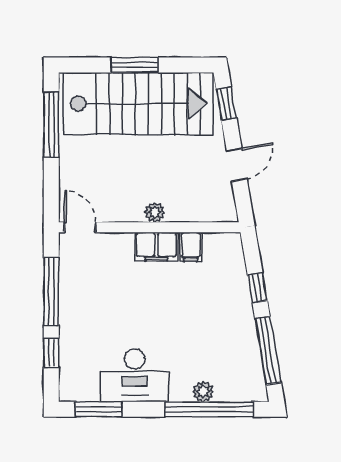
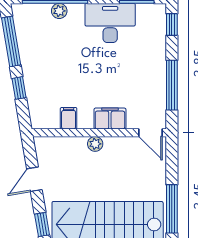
filing cabinet: (156, 246) -> (110, 119), moved
window: (51, 353) -> (172, 25), moved

